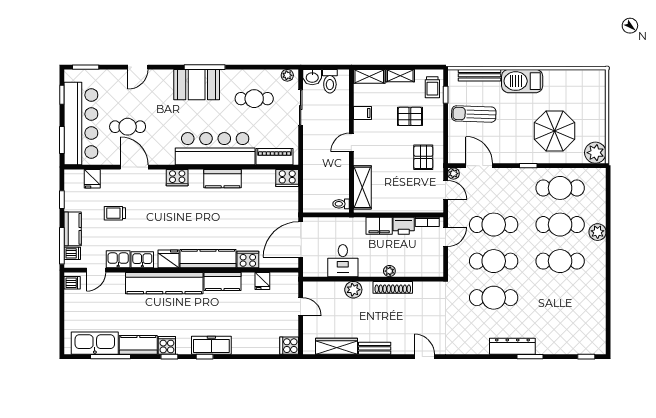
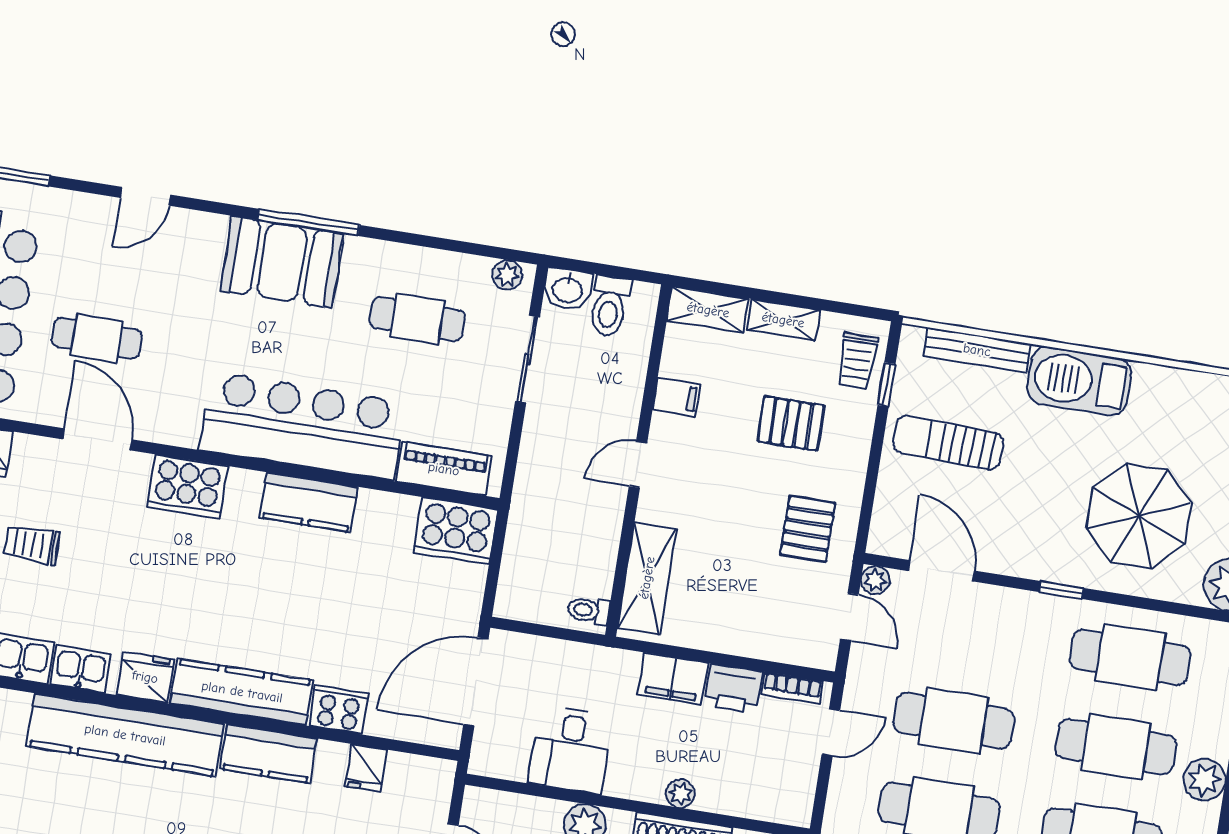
cooker: (177, 178) -> (187, 487), width x1.37, depth x1.31
cooker: (287, 178) -> (456, 531), width x1.37, depth x1.31

